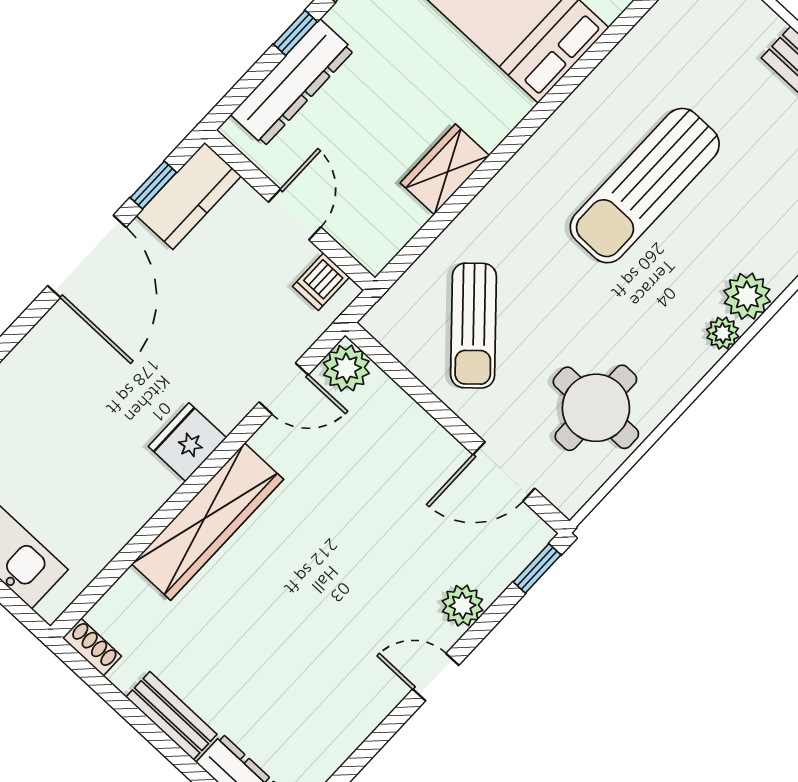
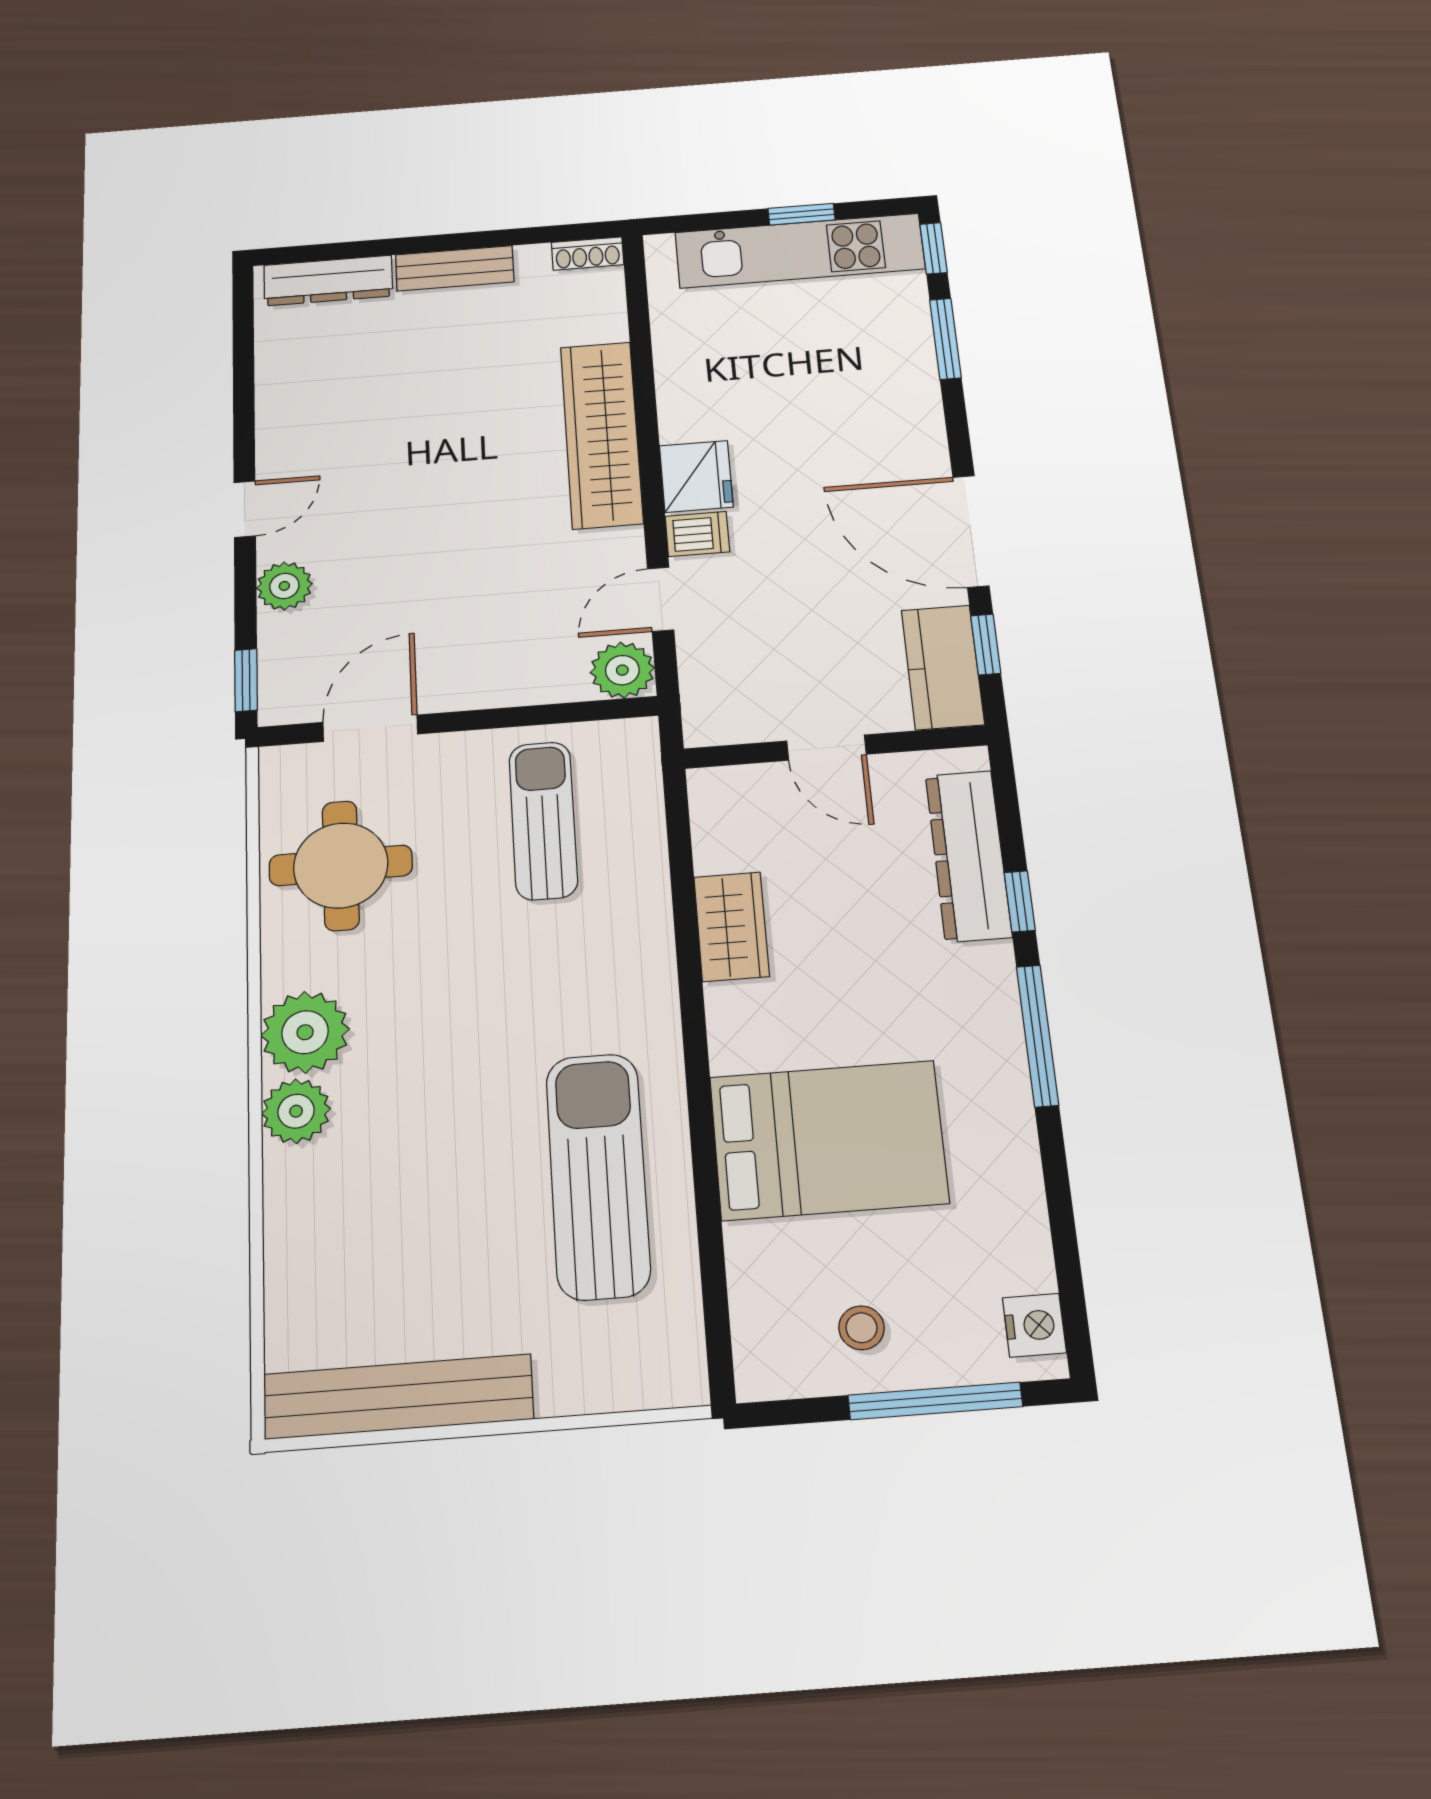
sun lounger: (645, 186) -> (598, 1175), moved
dishwasher: (321, 282) -> (697, 534), moved, turned 90
sun lounger: (474, 326) -> (543, 820), turned 42
plant: (723, 333) -> (305, 1032), width x1.88, depth x1.88

